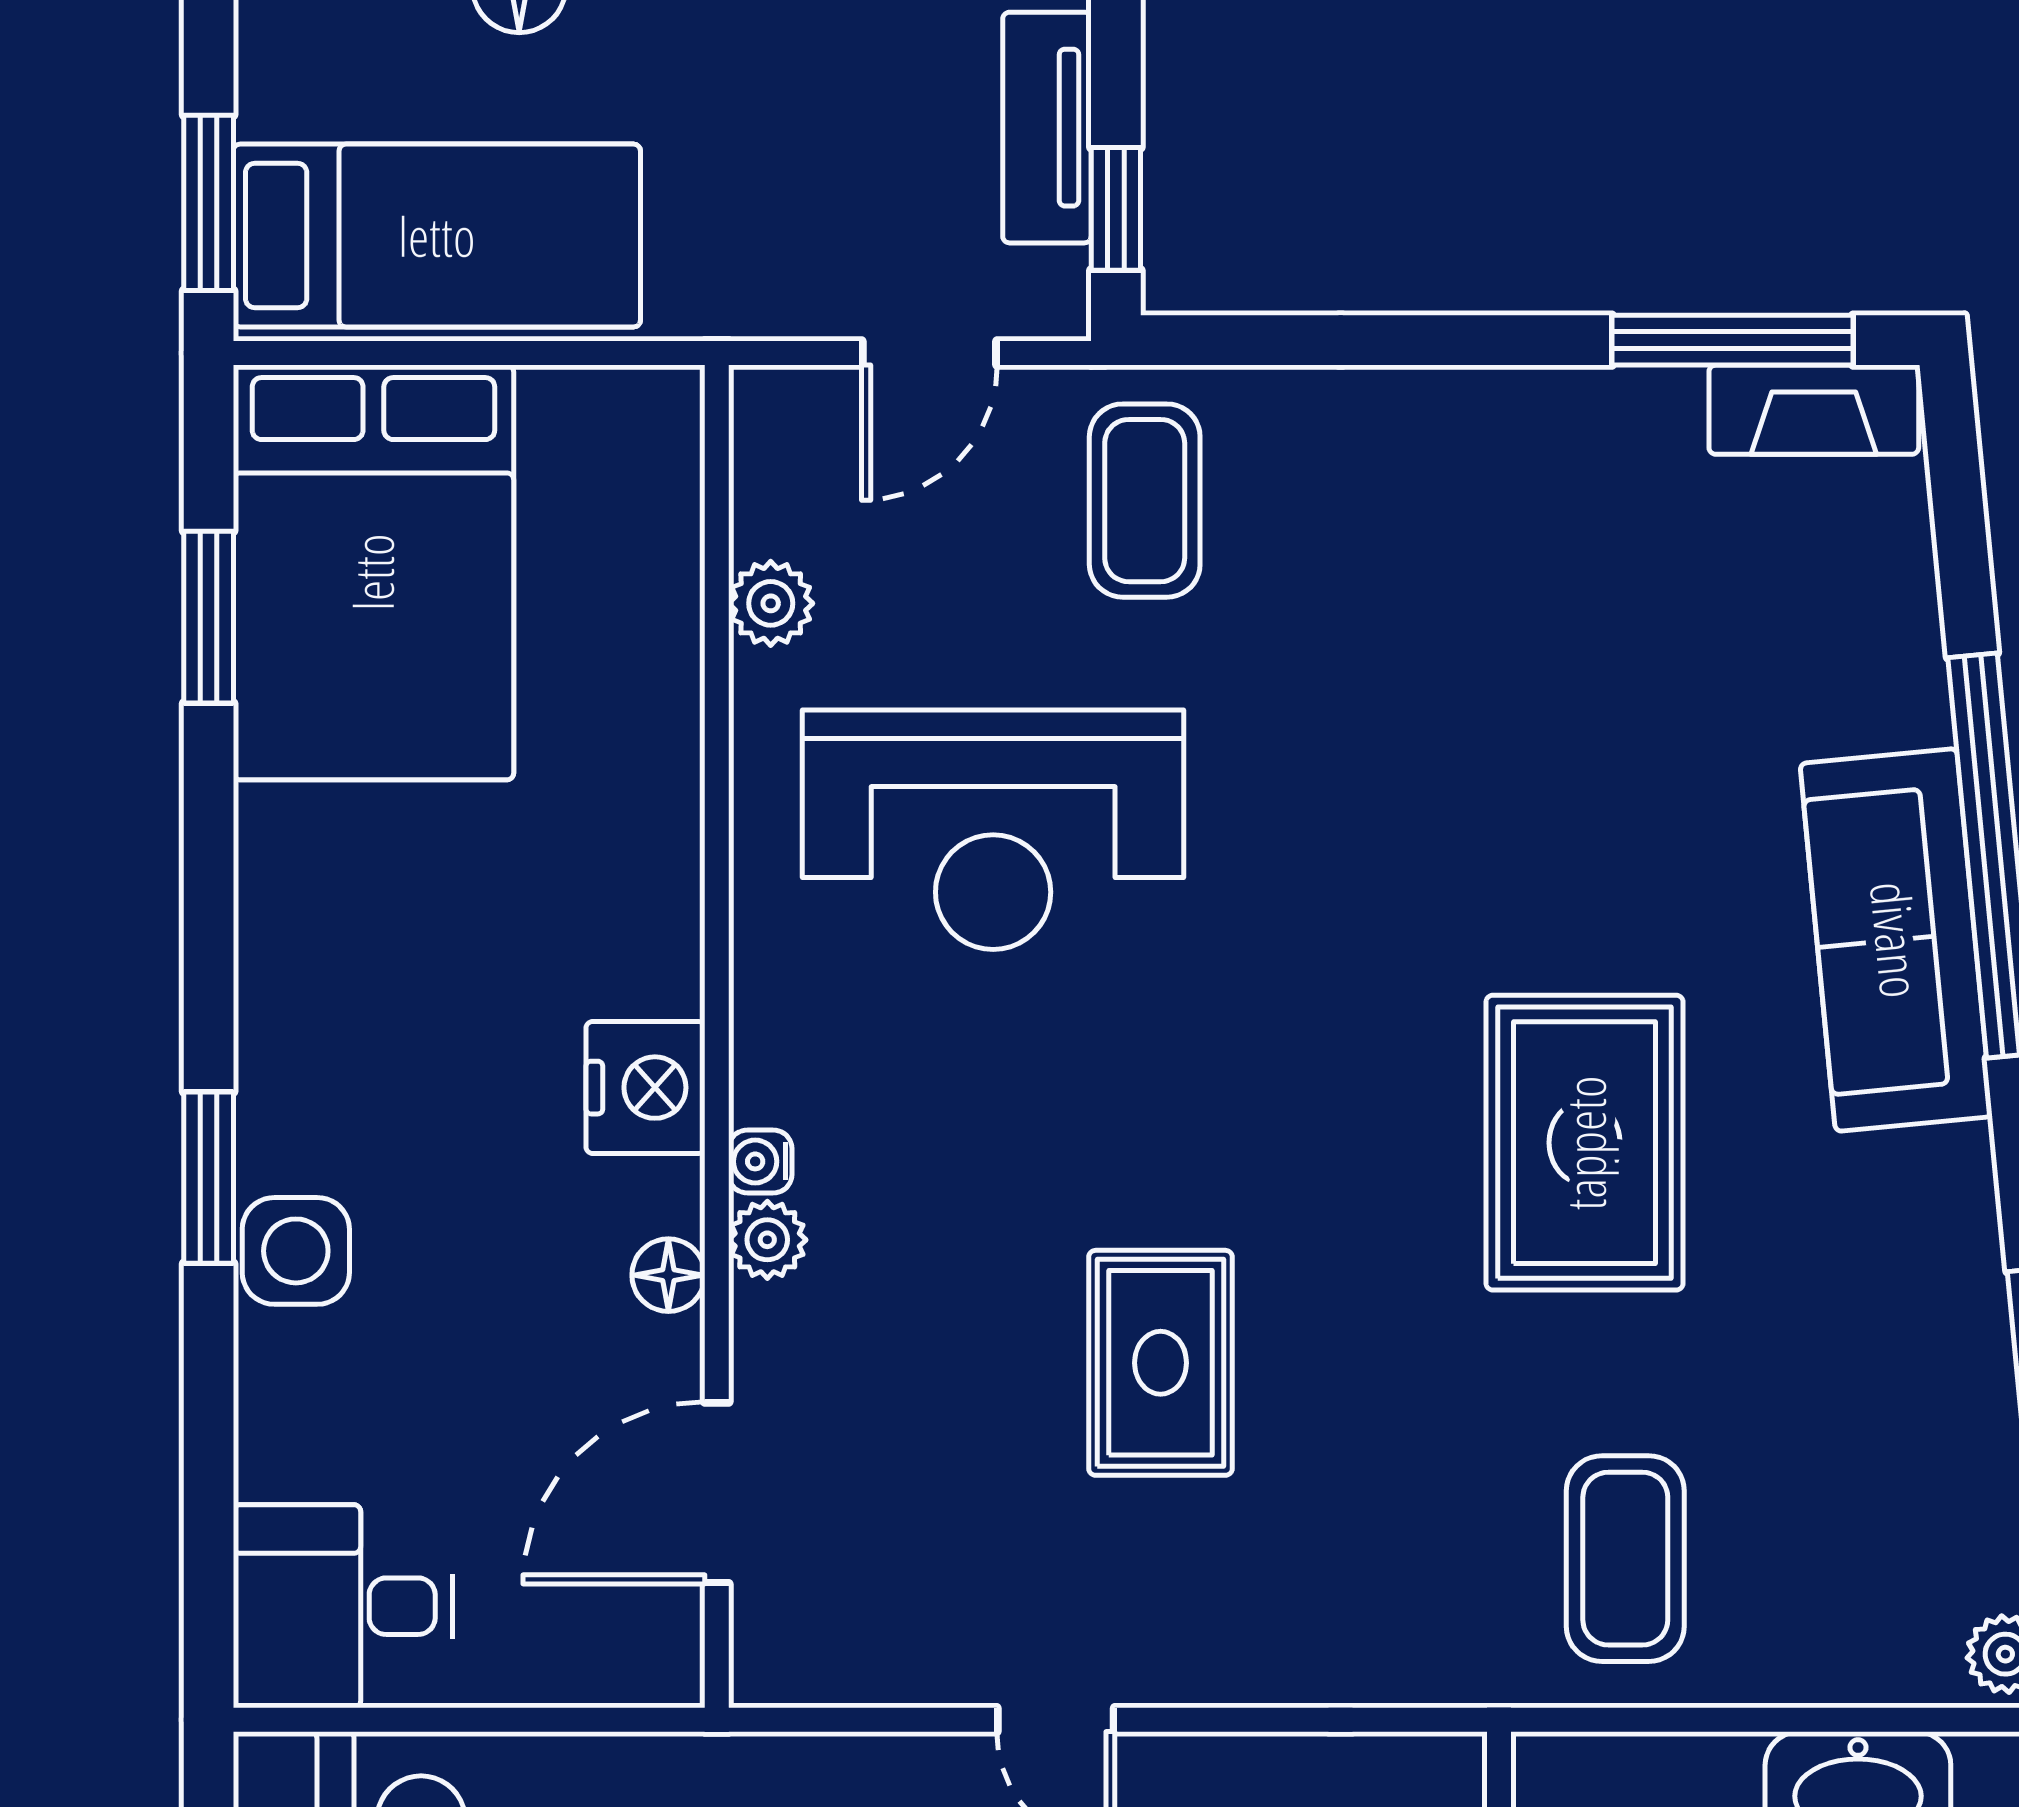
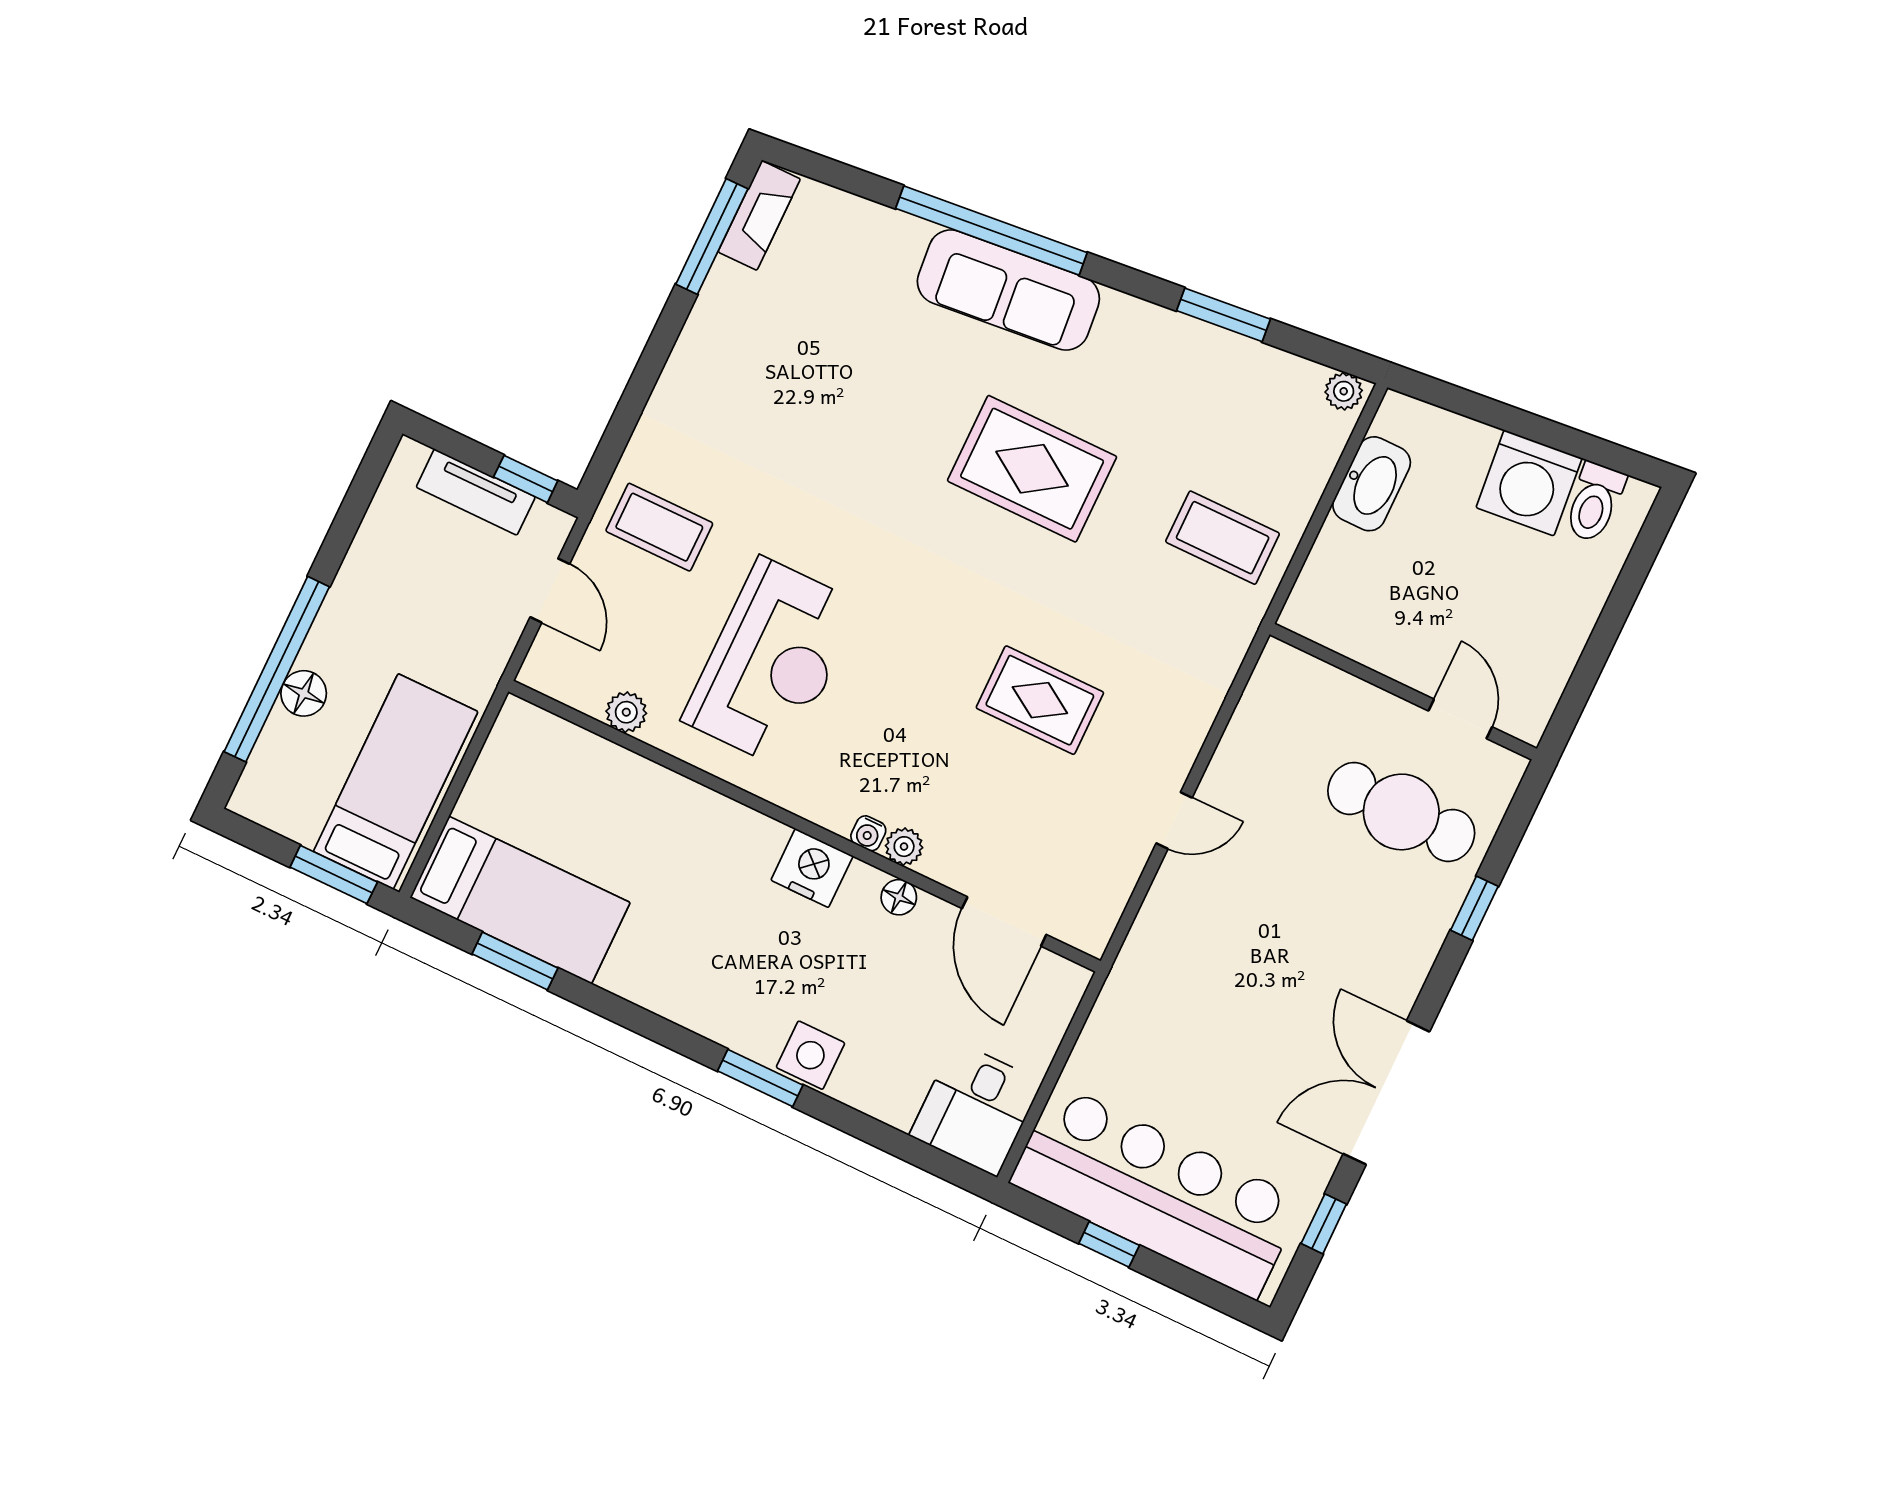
bed: (373, 572) -> (520, 900), width x0.67

